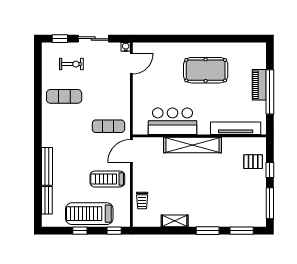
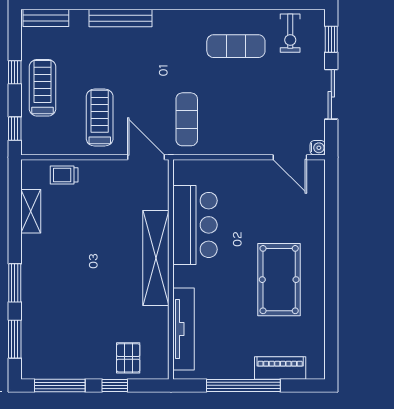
exercise bike: (71, 64) -> (290, 33), moved
piano: (259, 85) -> (280, 368), moved
exercise mat: (64, 96) -> (236, 46), turned 90
bench: (47, 200) -> (46, 18), moved
treadmill: (89, 214) -> (43, 88), width x0.73, depth x0.73
shelving: (175, 221) -> (31, 211), moved

